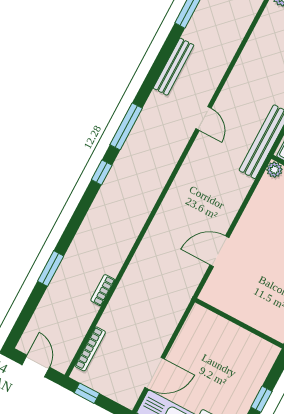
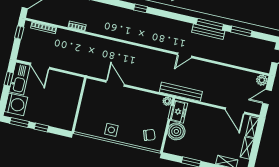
window: (126, 126) -> (210, 24), moved

